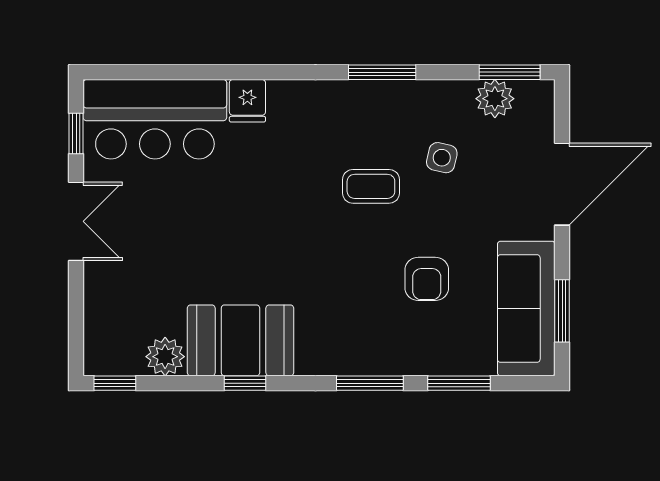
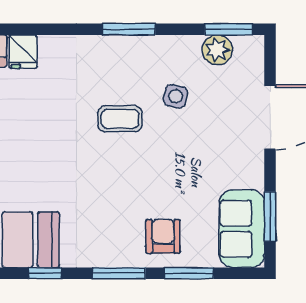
armchair: (427, 279) -> (163, 236), moved, turned 180
sofa: (526, 309) -> (242, 229), width x0.73
window: (245, 383) -> (45, 273), moved

